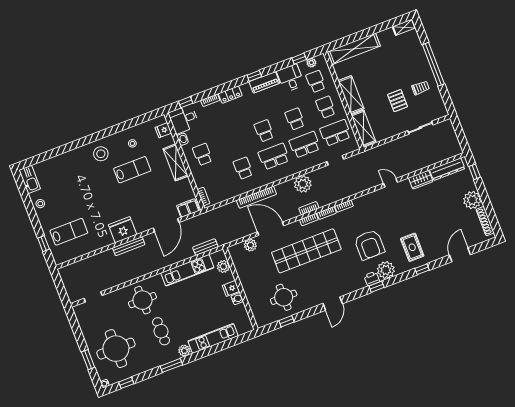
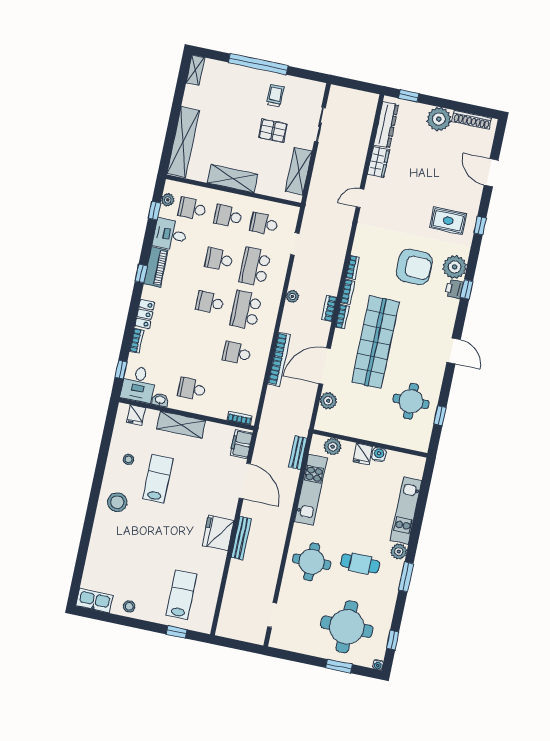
shelving: (363, 128) -> (299, 171), moved, turned 90
school desk: (335, 133) -> (264, 224), width x0.54
plant: (303, 184) -> (292, 296), width x0.53, depth x0.53

